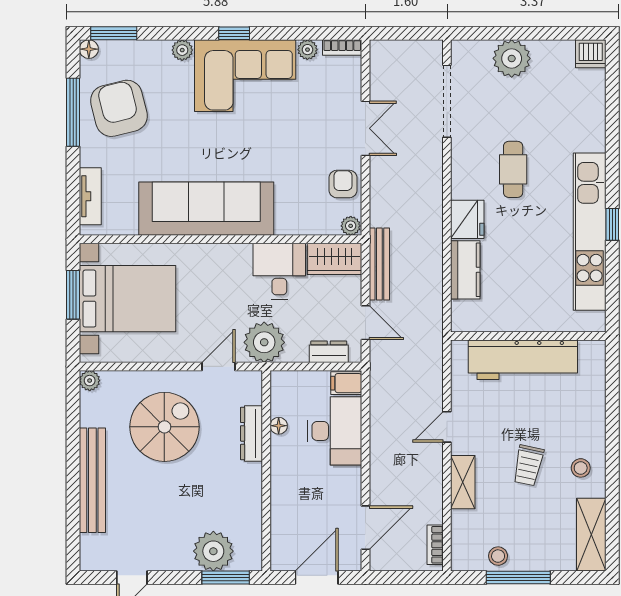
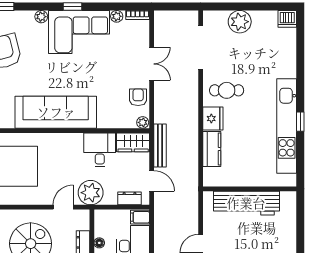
cafe table: (513, 169) -> (227, 90), moved, turned 90

